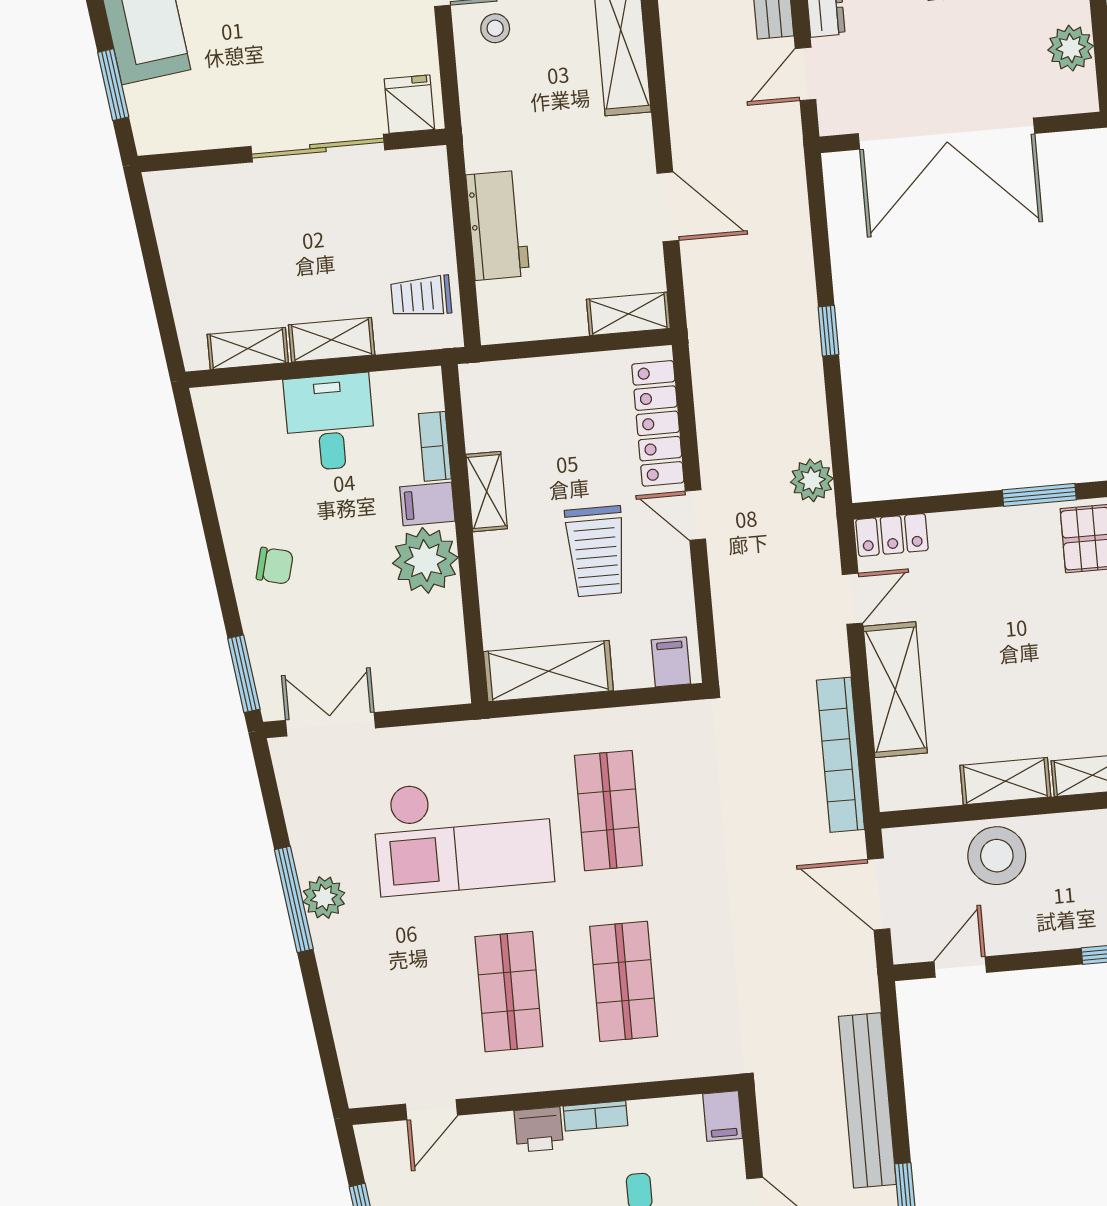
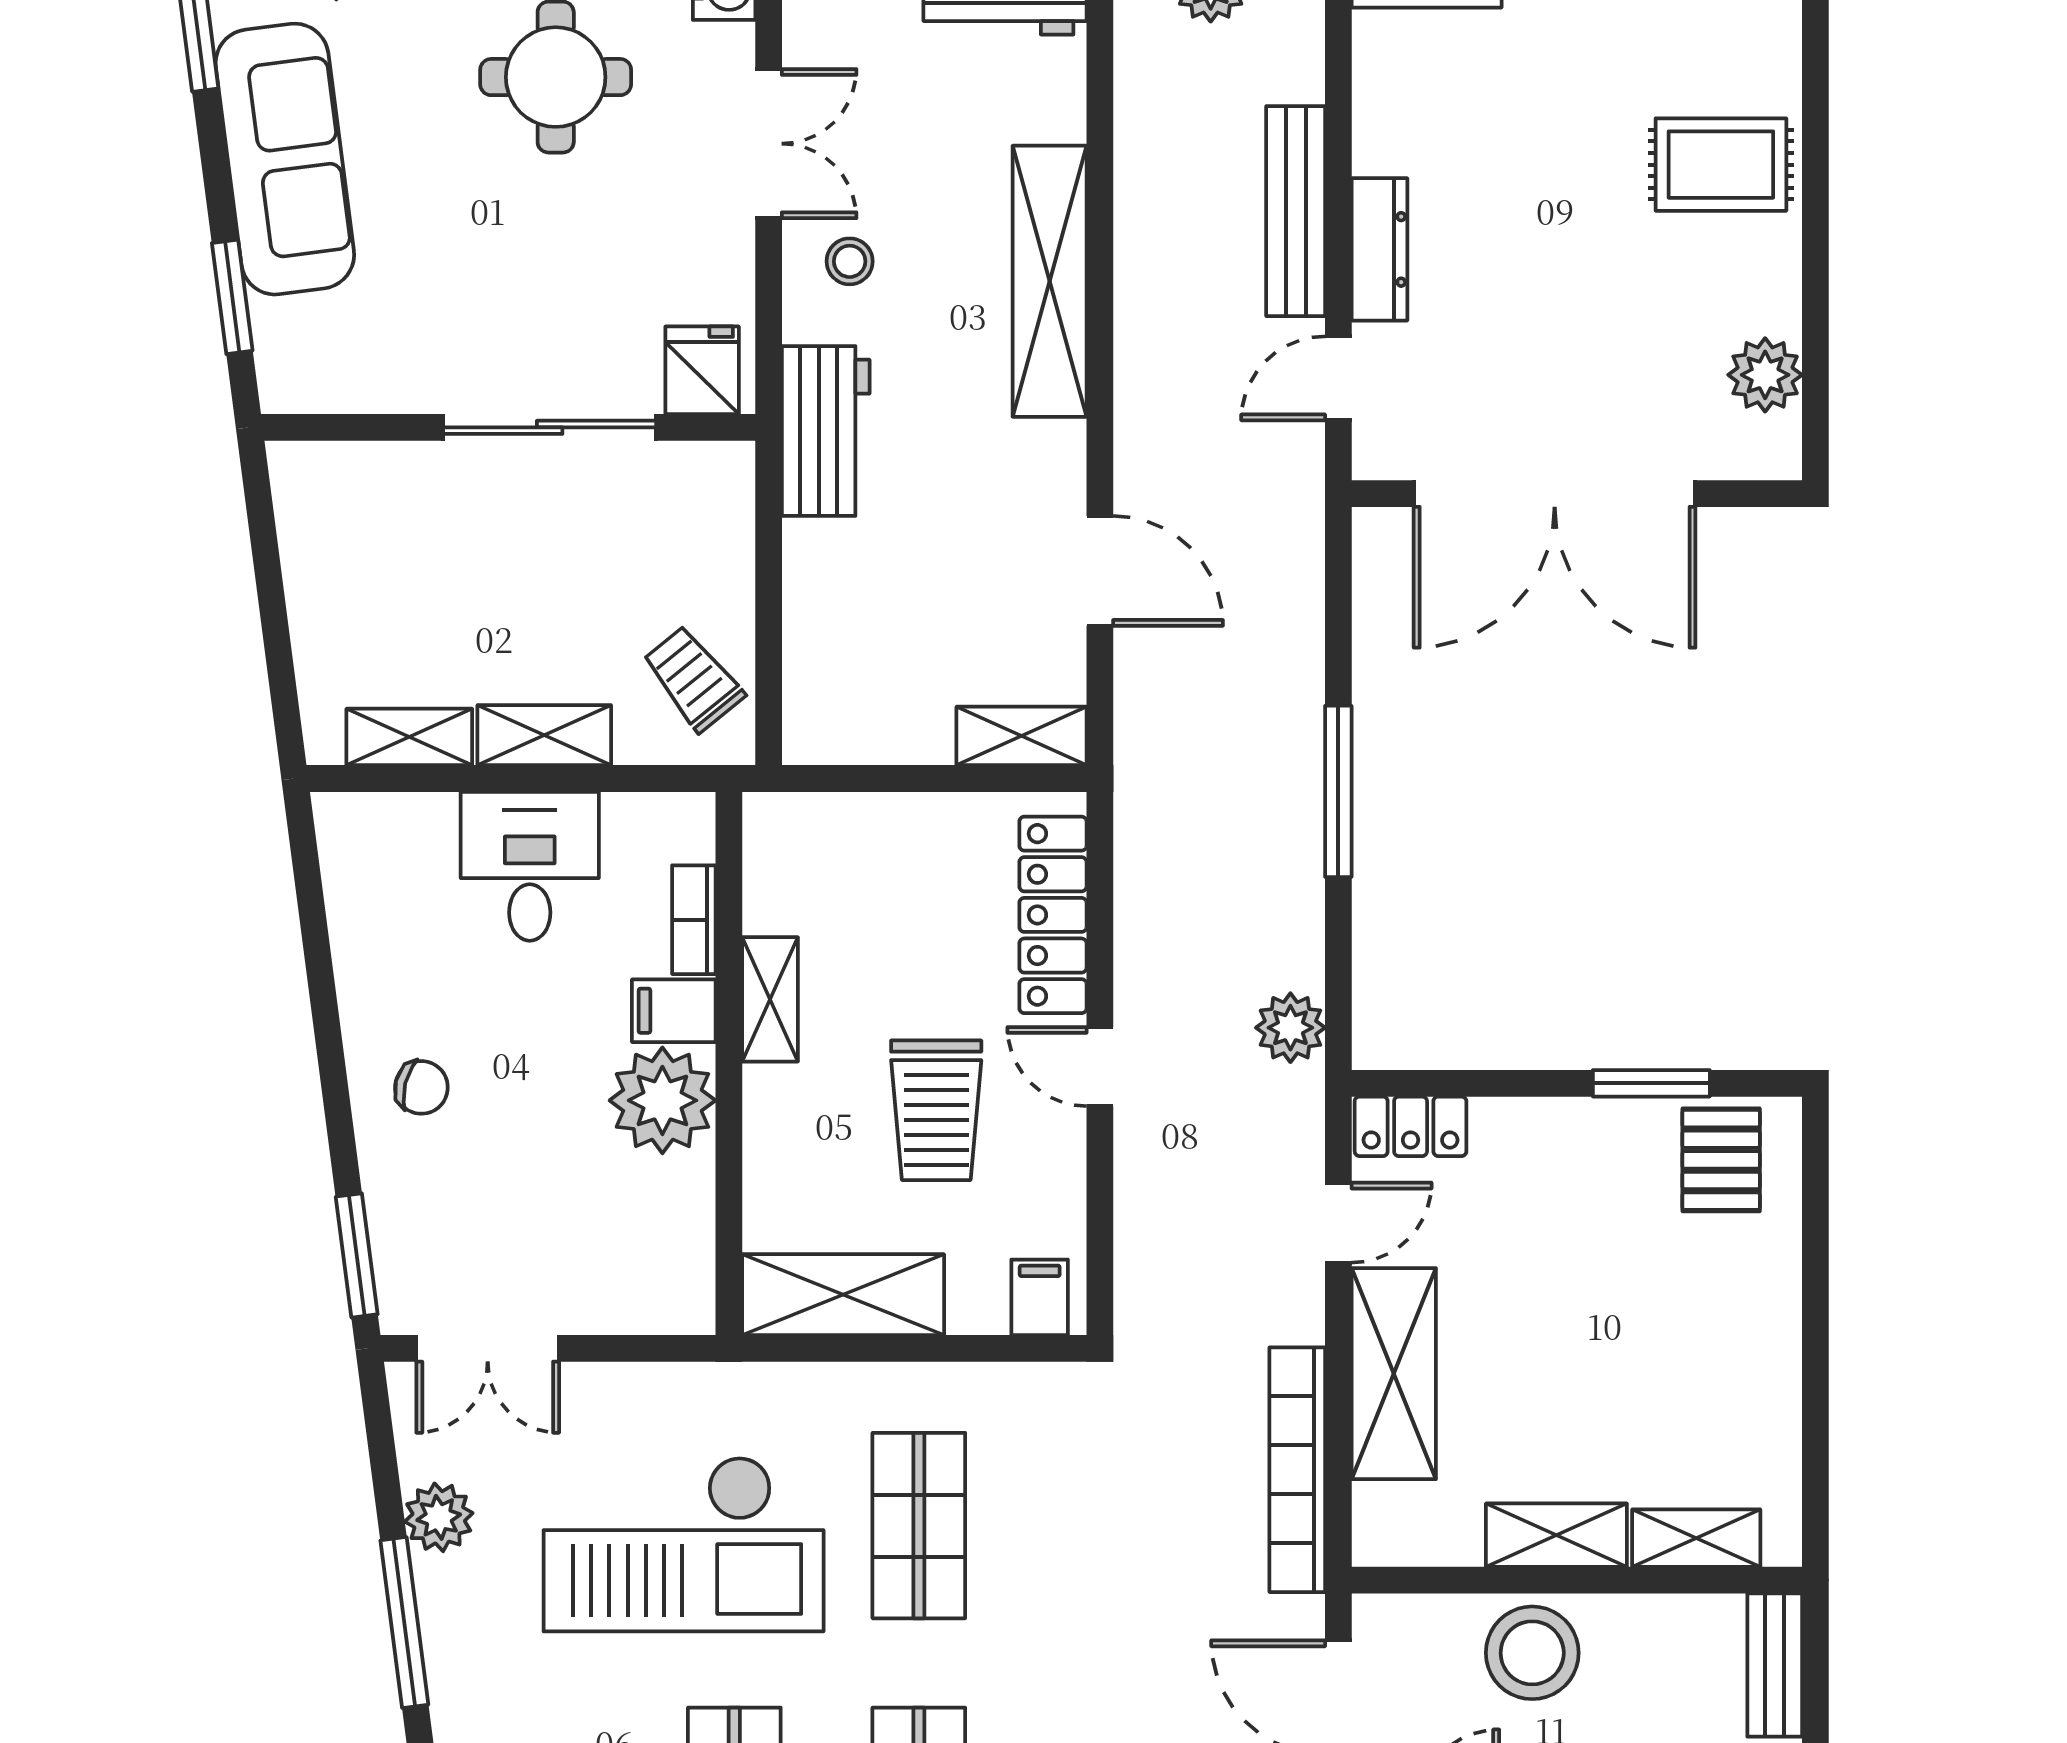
workbench: (498, 225) -> (826, 431), moved
trolley: (421, 296) -> (693, 679), turned 51
window: (828, 331) -> (1338, 791), width x2.17
double door: (330, 724) -> (488, 1348), swing flipped
plant: (324, 898) -> (439, 1517), moved

